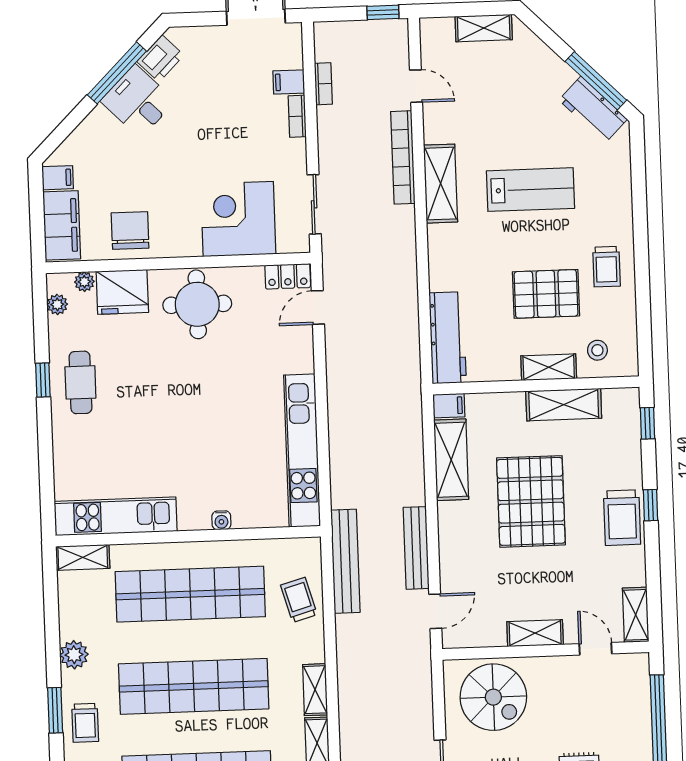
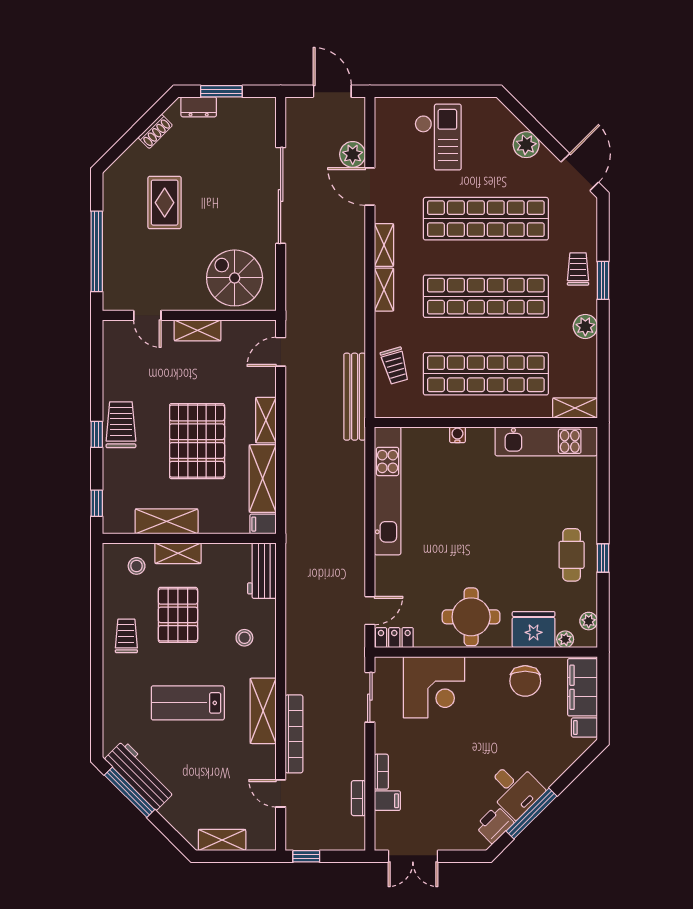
workbench: (593, 110) -> (140, 775), width x1.38
stool: (466, 270) -> (244, 638), added
pallet: (546, 294) -> (178, 615), turned 90
workbench: (448, 338) -> (262, 571), width x0.73
bench: (416, 548) -> (295, 406), removed
shelving: (636, 615) -> (266, 420), moved

